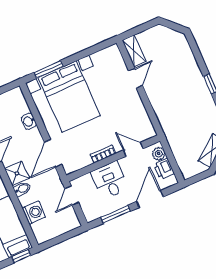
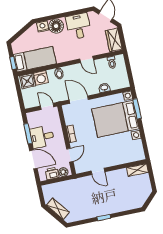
door: (136, 78) -> (98, 171), moved
shower: (17, 173) -> (27, 81), moved
desk: (110, 180) -> (42, 137), moved, turned 180

